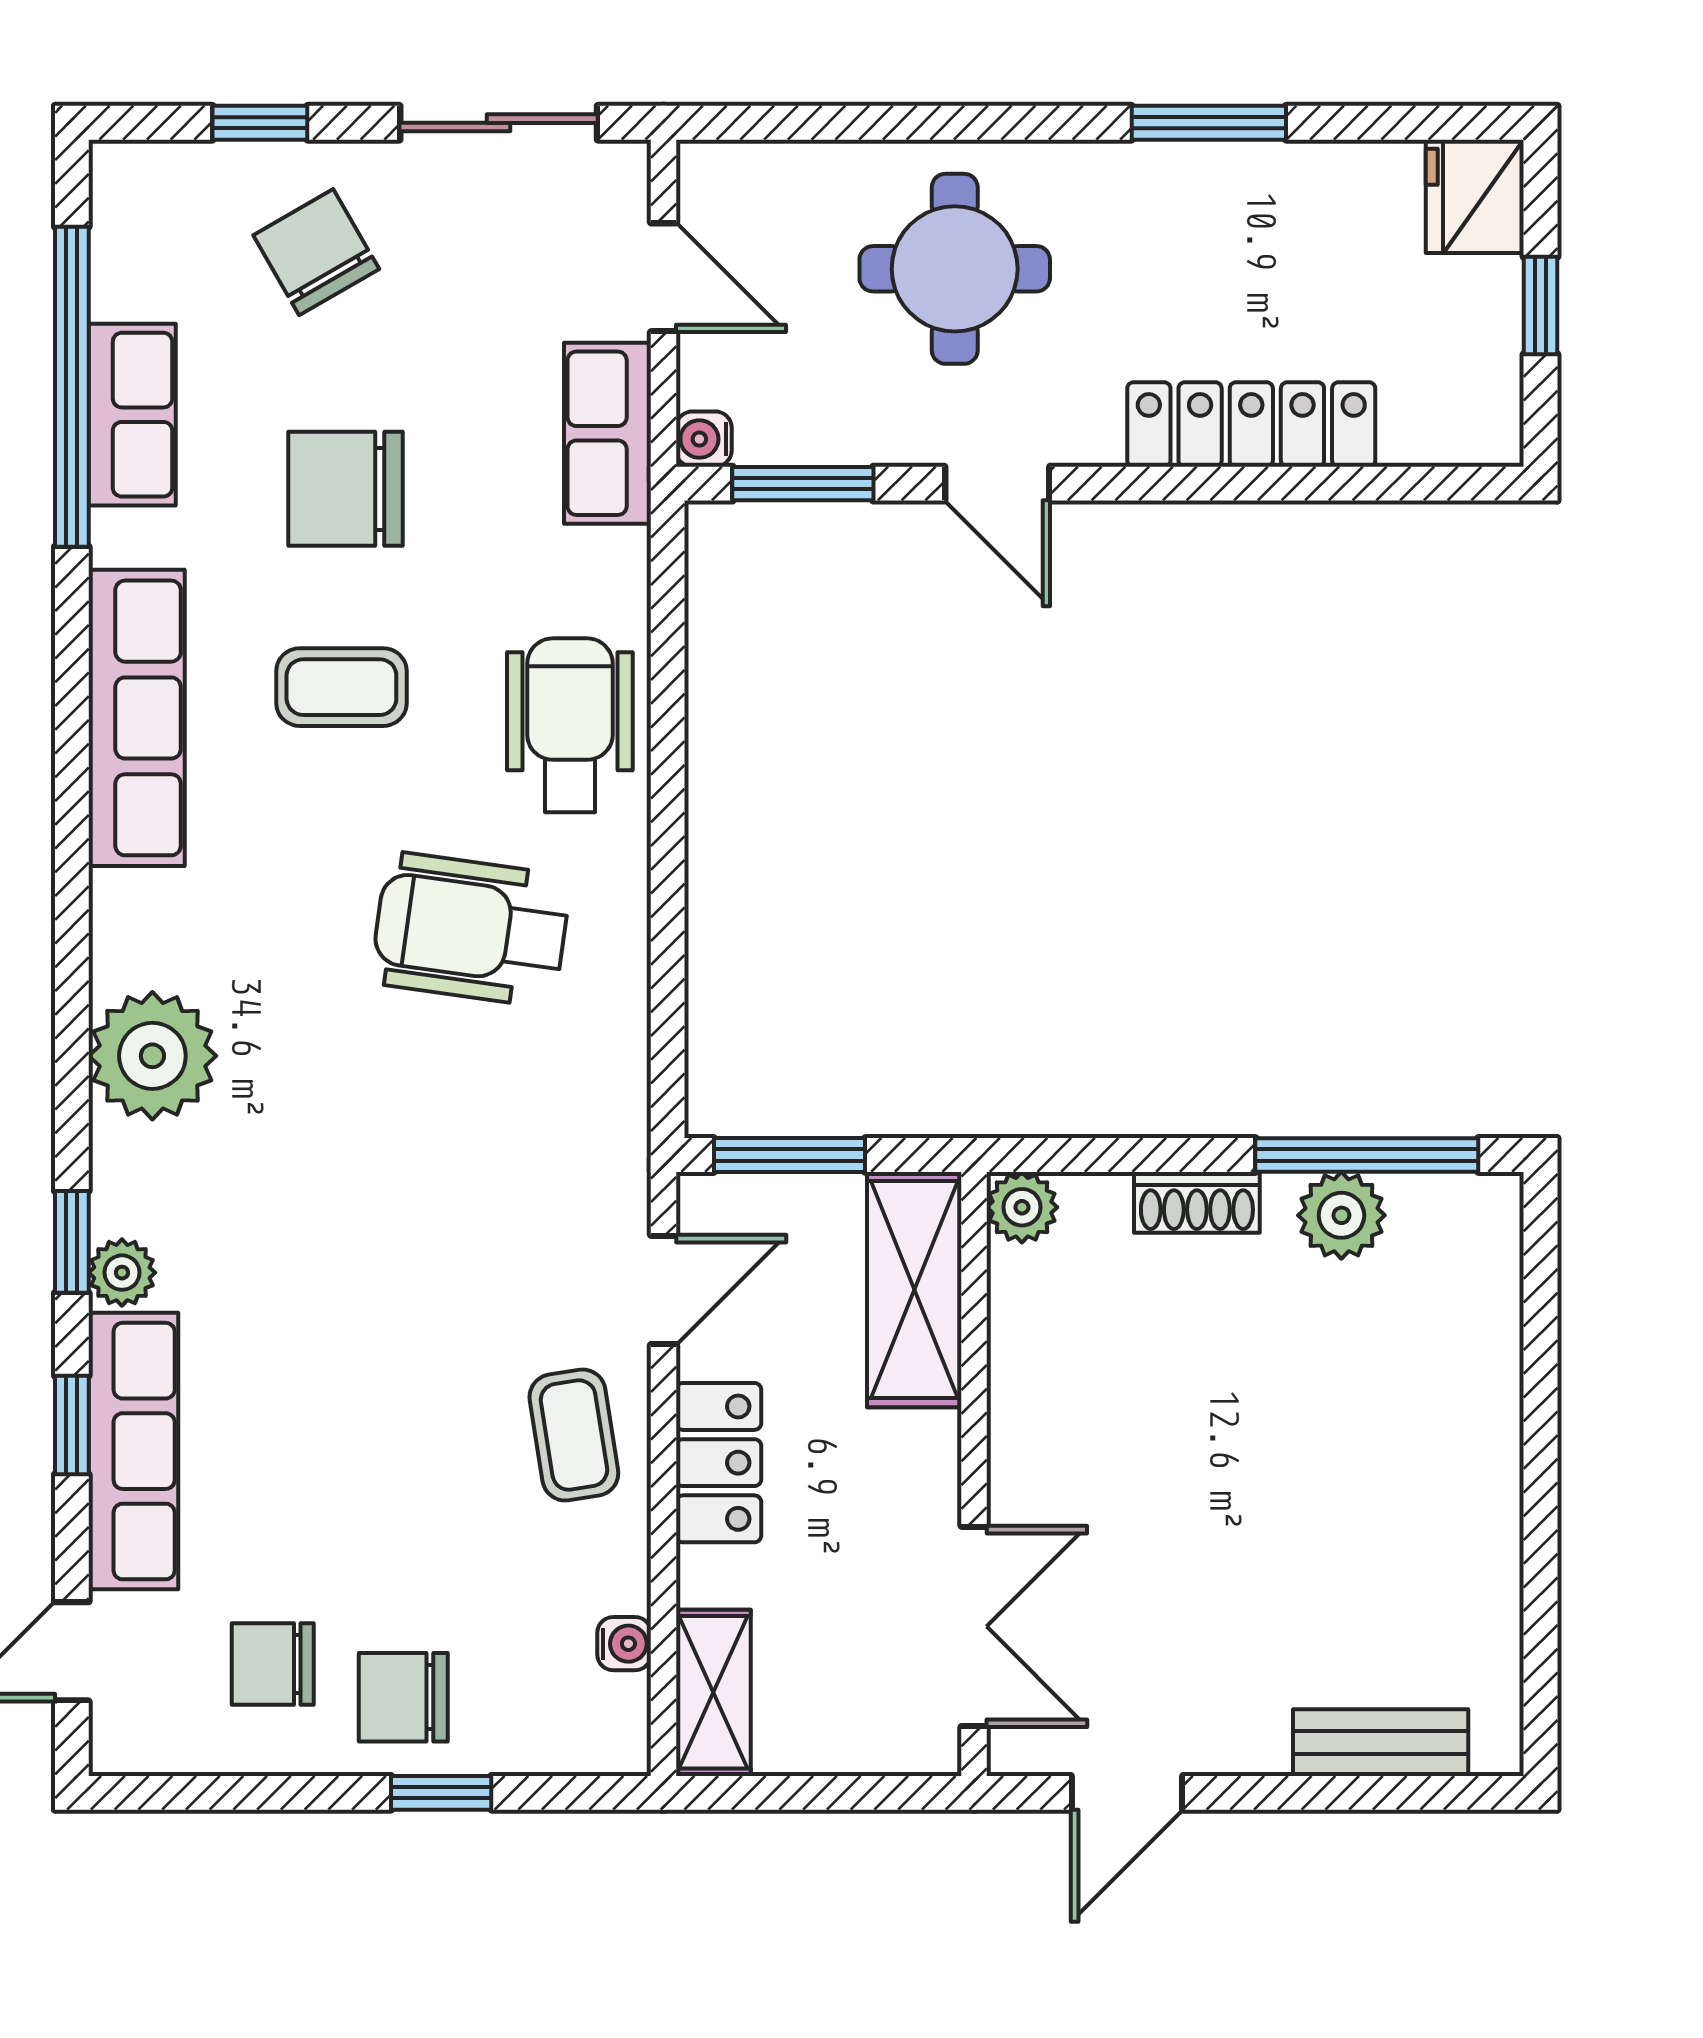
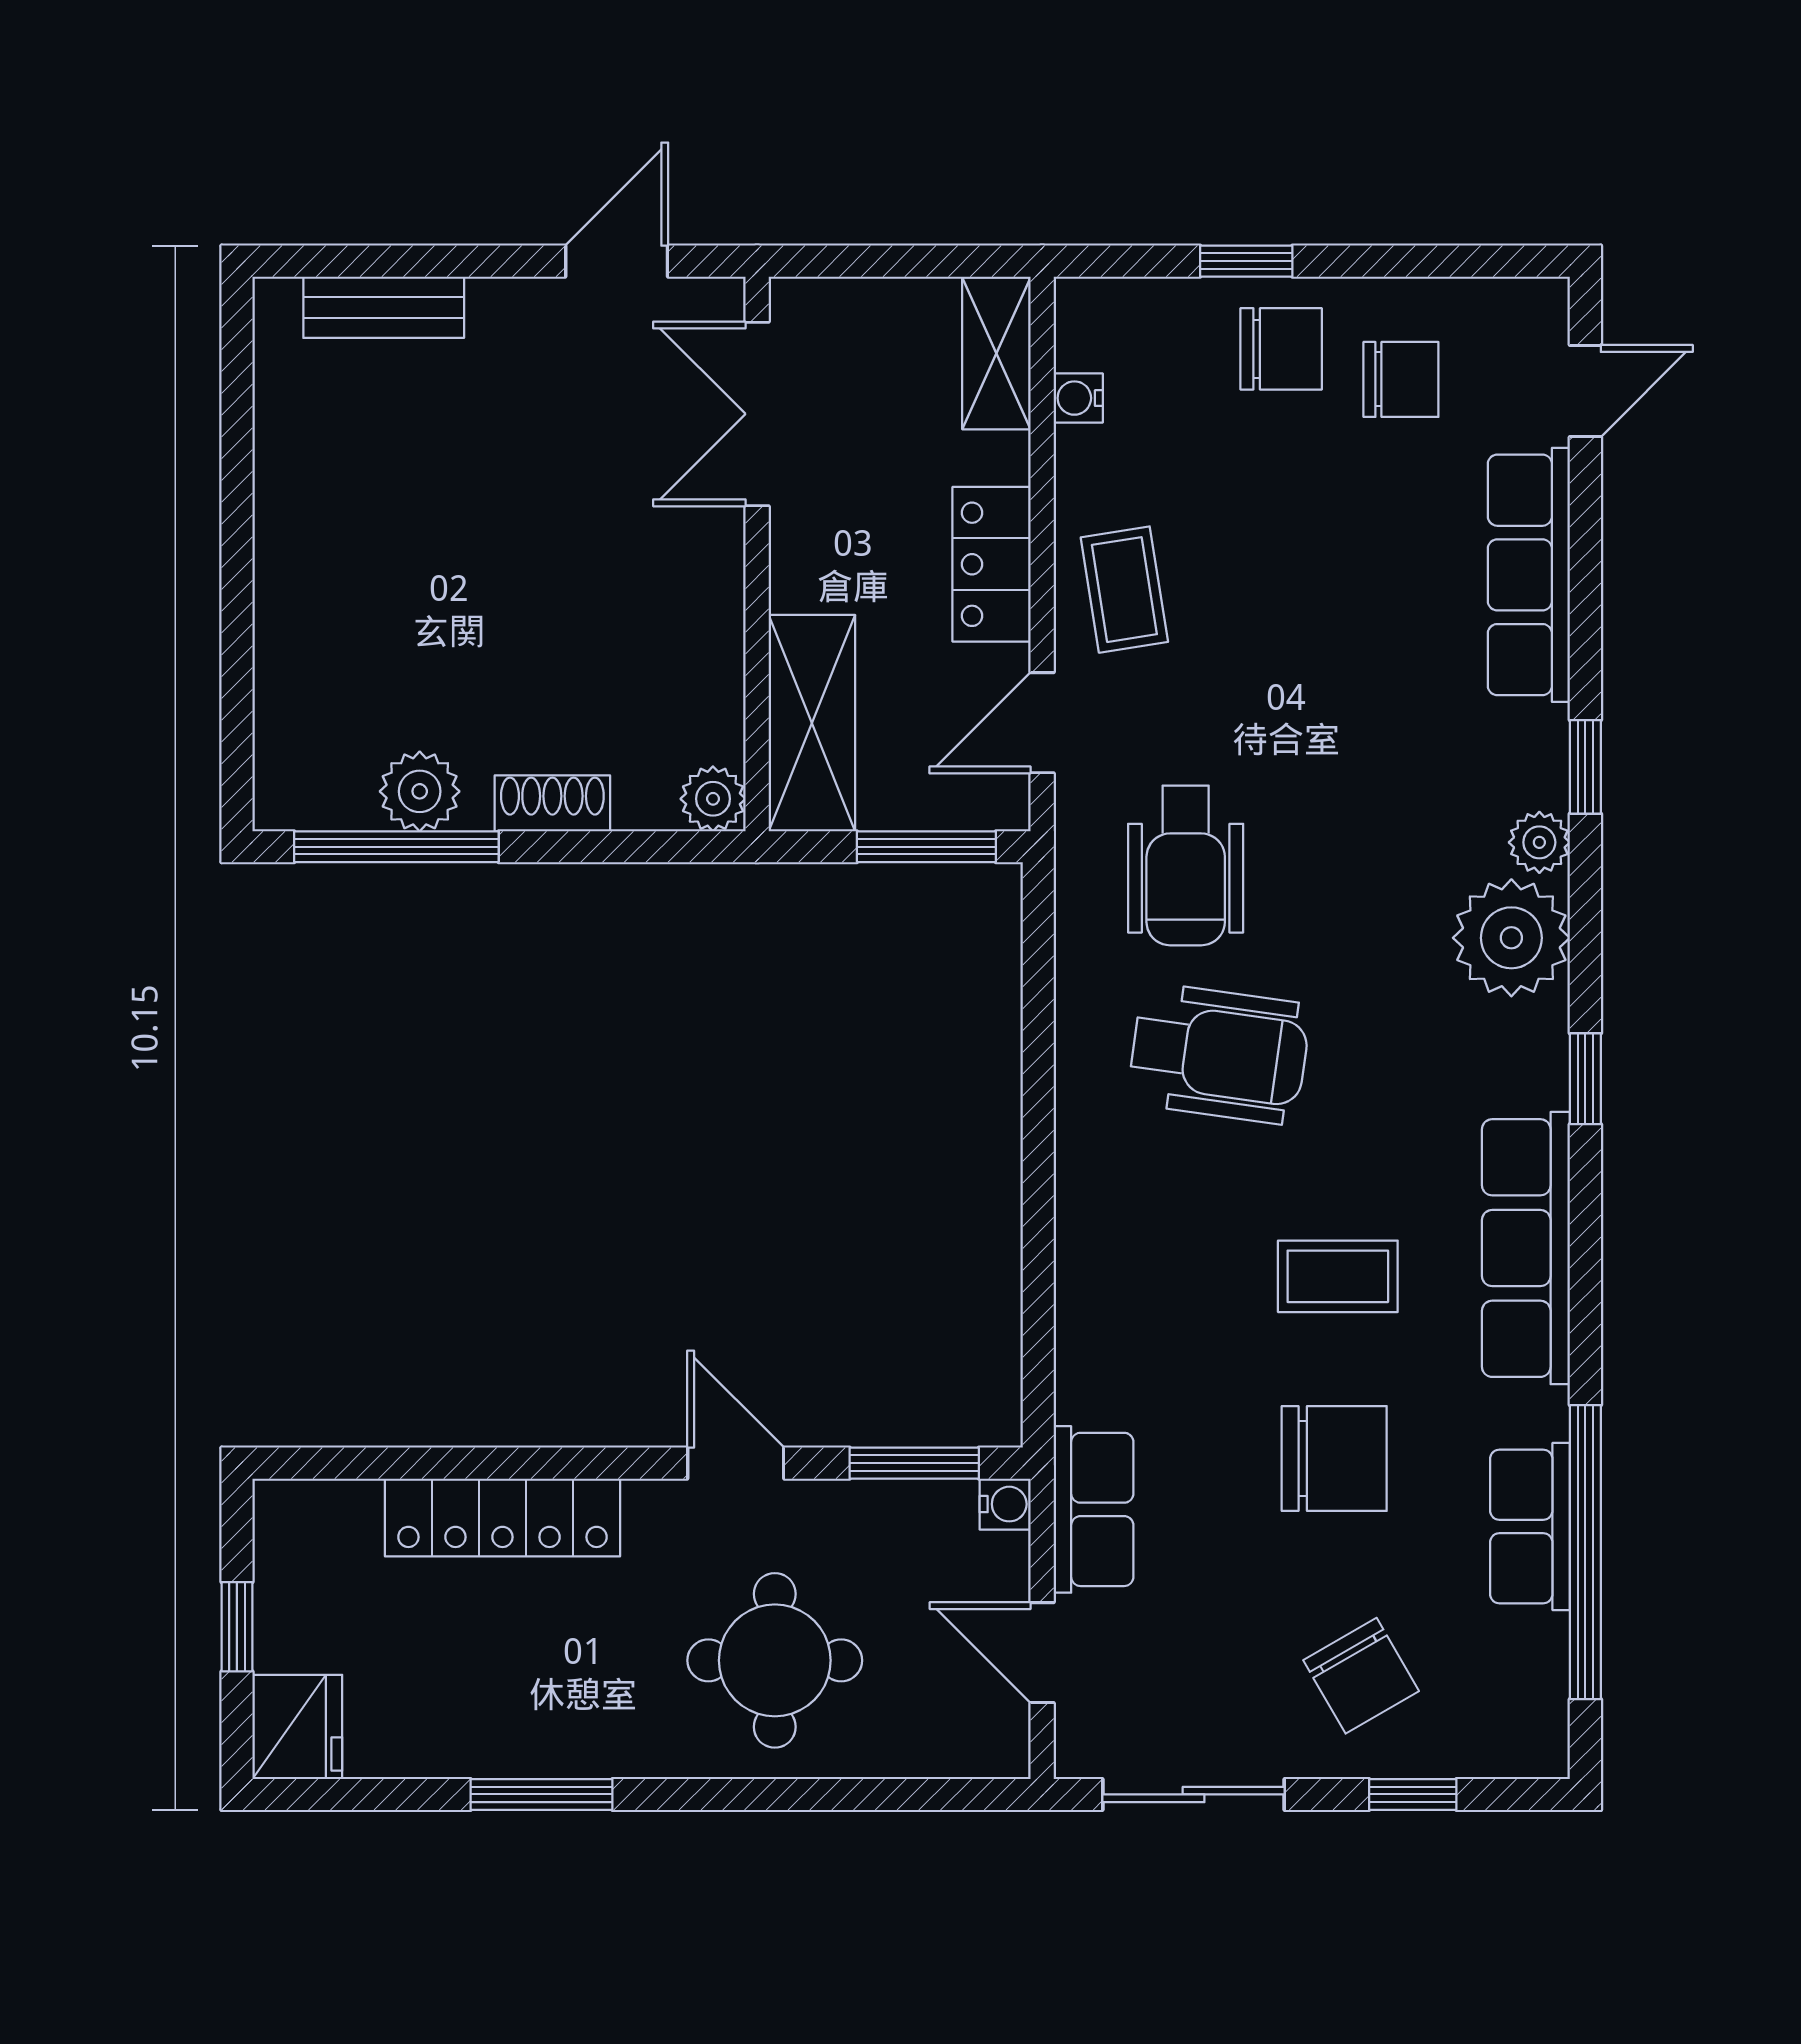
wheelchair: (570, 725) -> (1186, 865), moved
plant: (122, 1273) -> (1539, 842), moved
window: (72, 1425) -> (1585, 1079), moved

